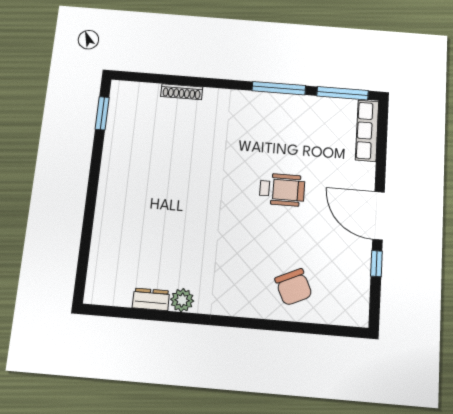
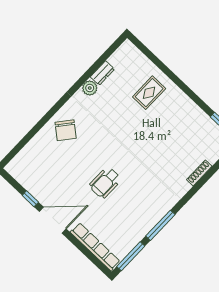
row of seats: (367, 131) -> (95, 247), width x1.36
rug: (131, 223) -> (149, 93), added
chair: (294, 287) -> (66, 130), moved, turned -116

